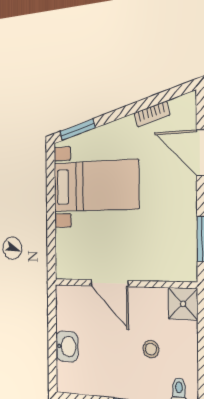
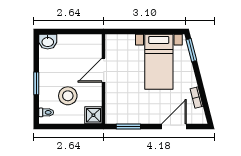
washbasin: (67, 346) -> (48, 42), moved
stool: (151, 349) -> (68, 96), width x1.89, depth x1.89

